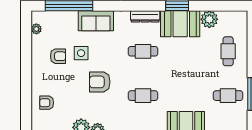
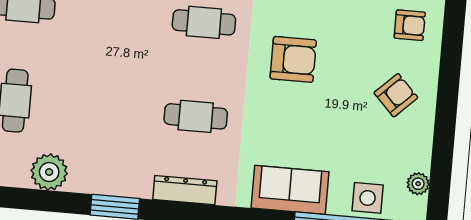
booth: (180, 24) -> (112, 168), removed
side table: (81, 53) -> (368, 198), moved
armchair: (58, 56) -> (396, 95), moved, turned 136

